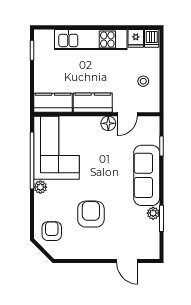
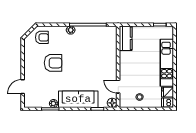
kitchen counter: (93, 103) -> (126, 64), removed
floor lamp: (108, 123) -> (112, 103), moved
corner sofa: (56, 148) -> (96, 40), removed

